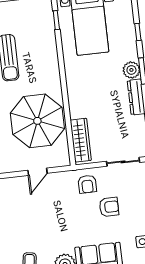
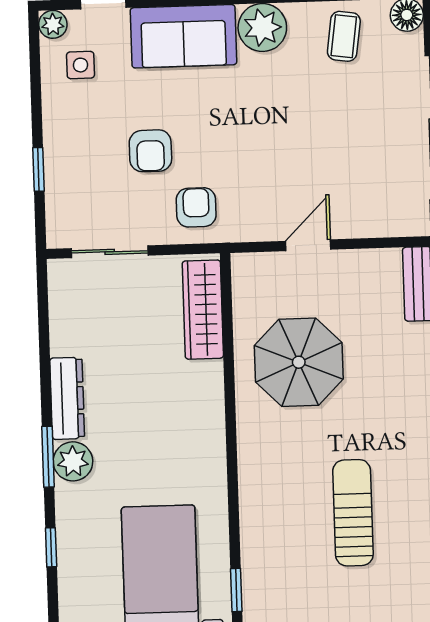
parasol: (37, 121) -> (299, 362), width x0.73, depth x0.73
armchair: (109, 207) -> (150, 151), turned -90

